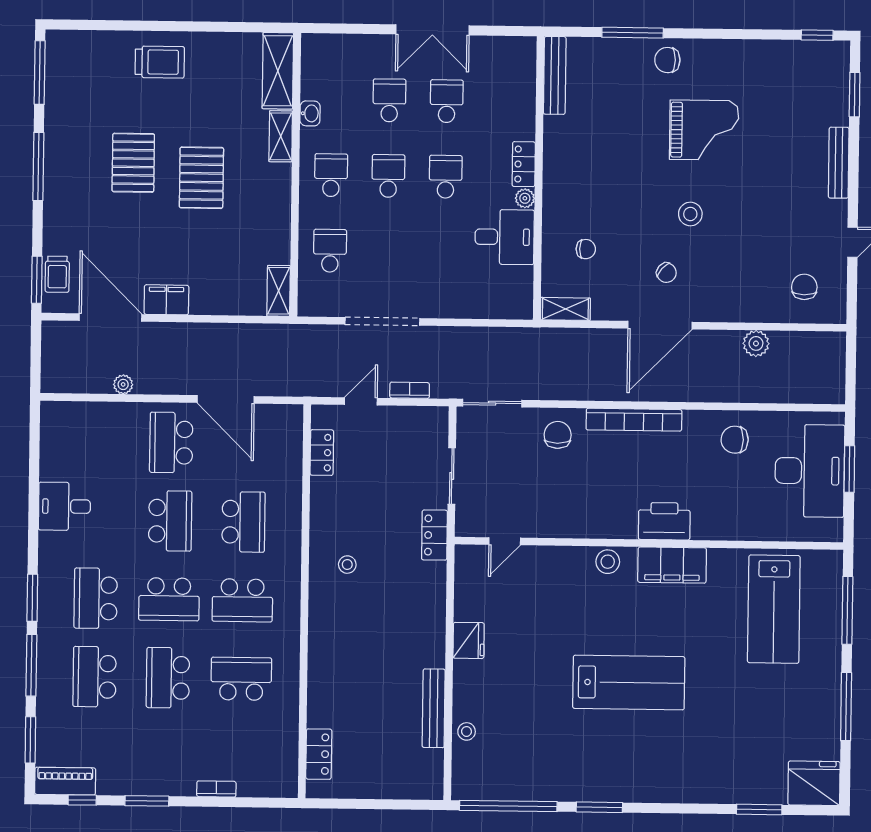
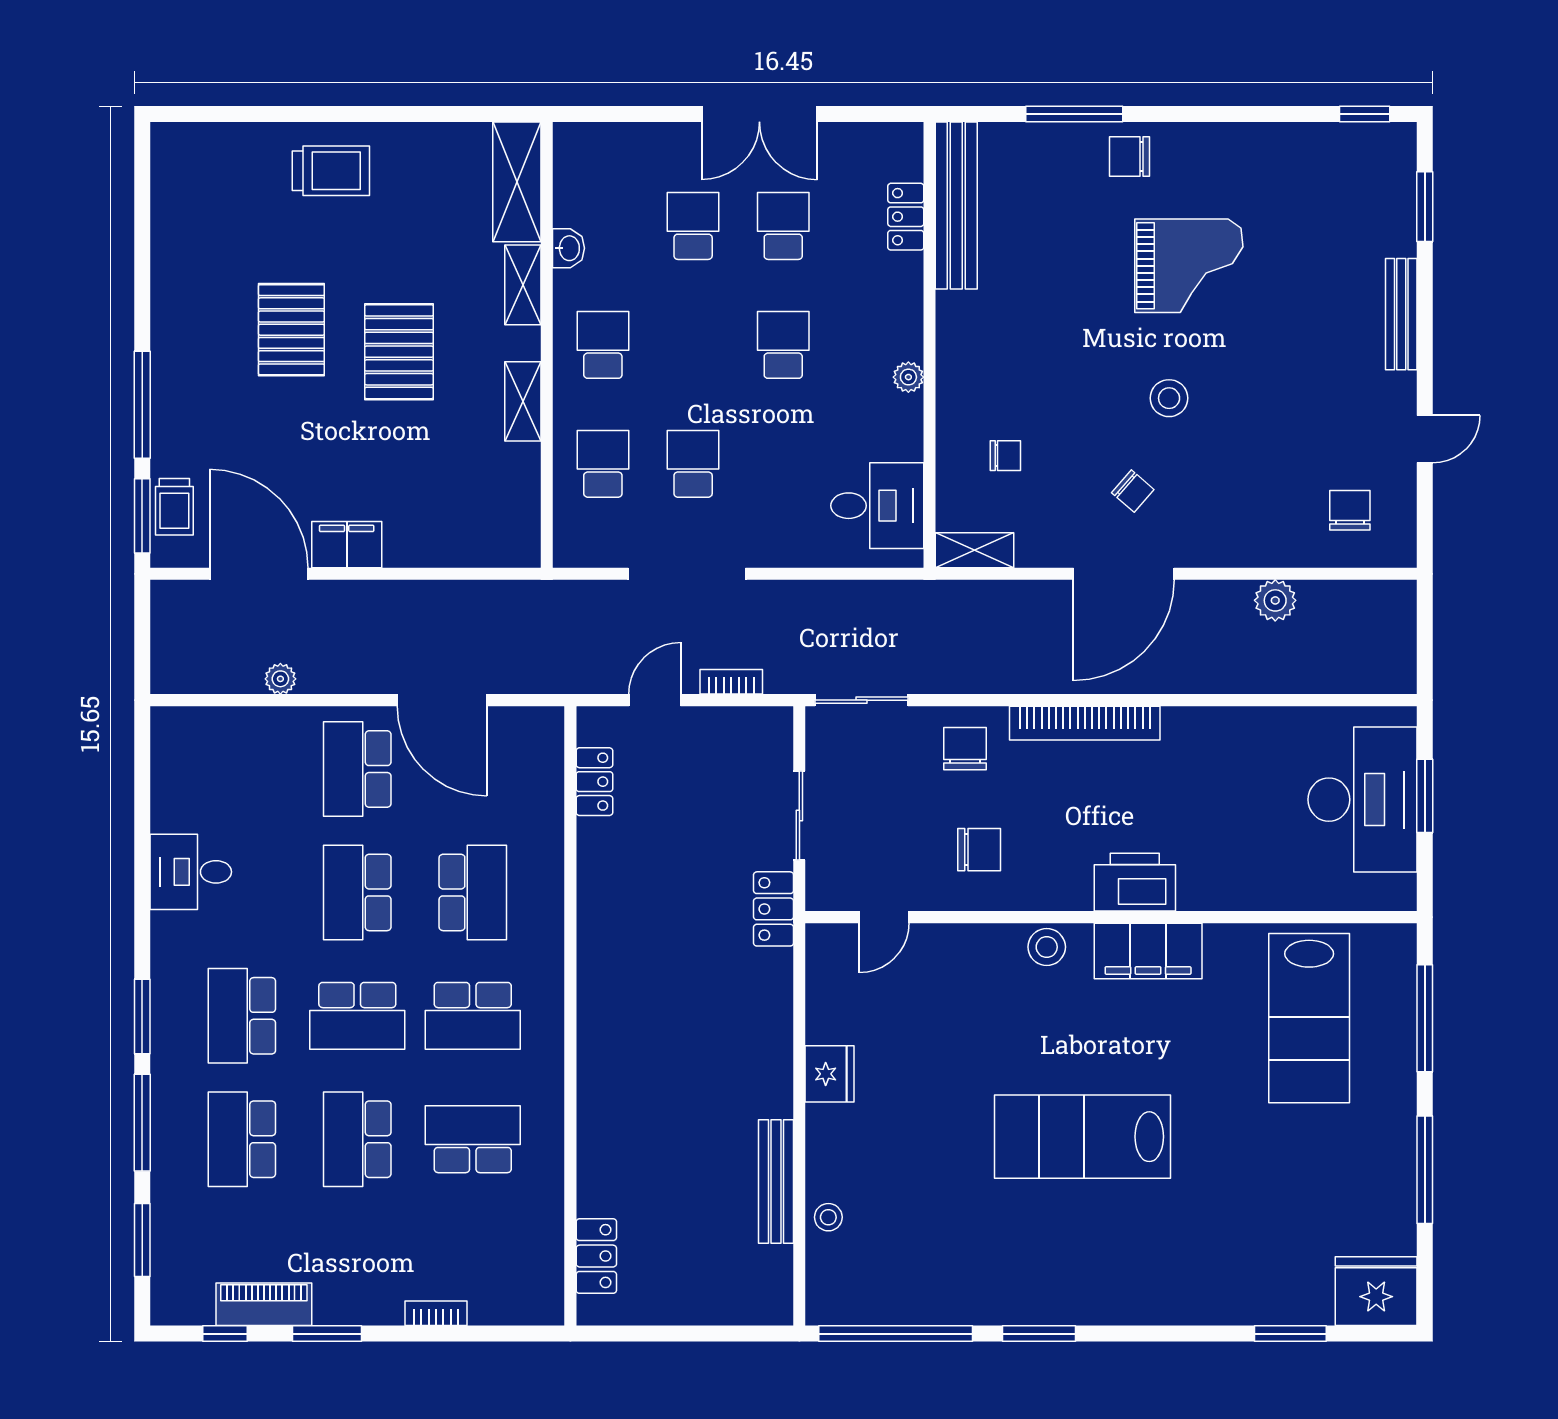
window: (40, 73) -> (142, 190), removed
bench: (555, 75) -> (956, 206), width x1.37, depth x1.21
locker: (524, 164) -> (906, 217), moved
window: (38, 166) -> (142, 405), moved
school desk: (388, 176) -> (693, 464), moved
desk: (505, 237) -> (877, 506), moved
shelving: (279, 291) -> (523, 401), moved
chair: (735, 440) -> (979, 850), moved, turned 180
school desk: (170, 521) -> (357, 892), turned 180
stool: (347, 565) -> (637, 957), removed
lab bench: (629, 682) -> (1083, 1137), turned 180
piano: (65, 781) -> (264, 1304), moved

